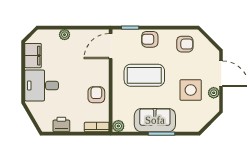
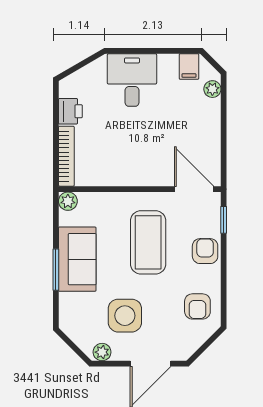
plant: (65, 35) -> (212, 89), moved
filing cabinet: (33, 56) -> (189, 66), width x0.50
plant: (214, 93) -> (102, 352), moved
armchair: (96, 95) -> (117, 167), removed
bookcase: (97, 127) -> (66, 156), width x1.56

